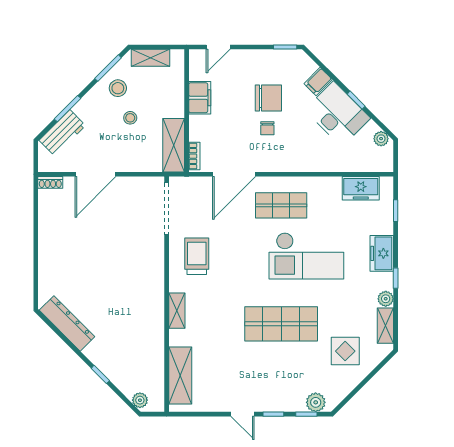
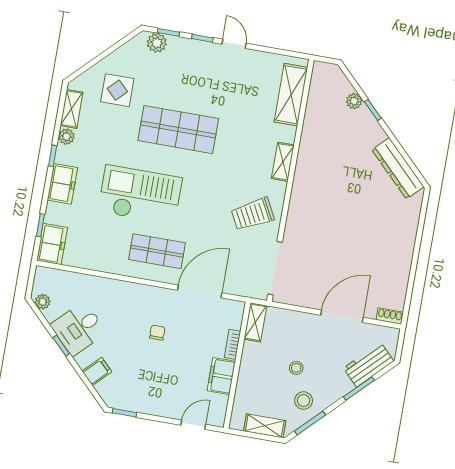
chair: (268, 98) -> (151, 364), removed
desk: (337, 114) -> (79, 329), width x0.73
shelving: (174, 145) -> (255, 322), width x0.67, depth x0.75
bookcase: (194, 156) -> (232, 344), moved
freezer: (361, 188) -> (52, 244), moved, turned 90
trolley: (197, 256) -> (253, 214), turned 62
plant: (140, 400) -> (354, 101), moved

